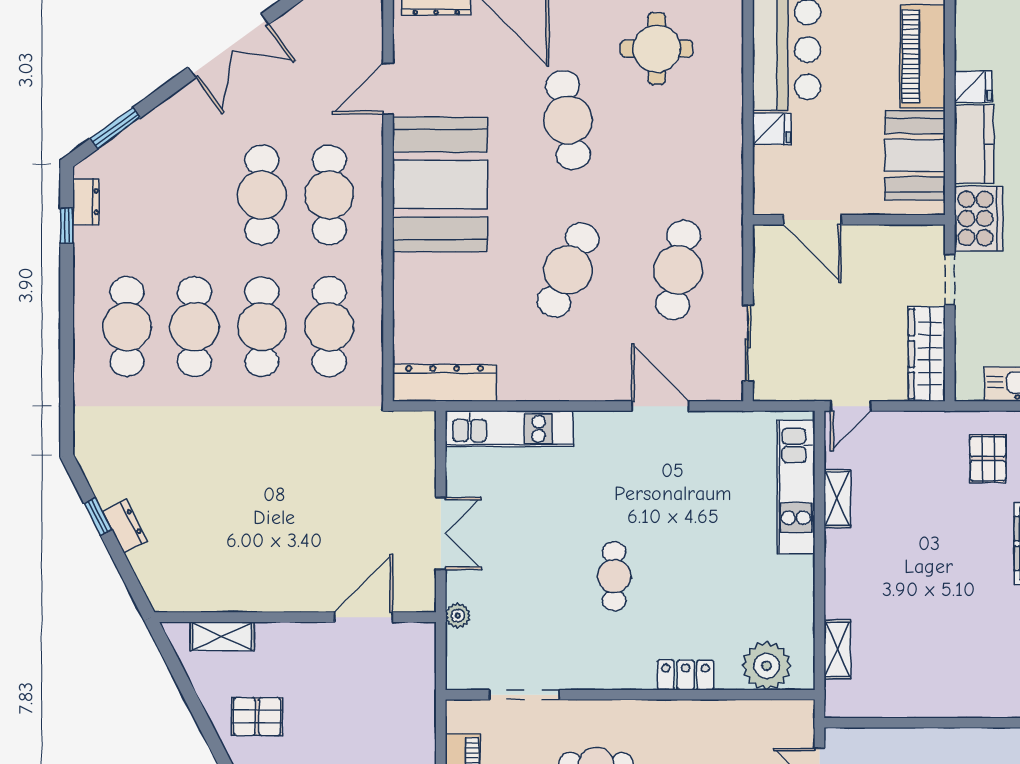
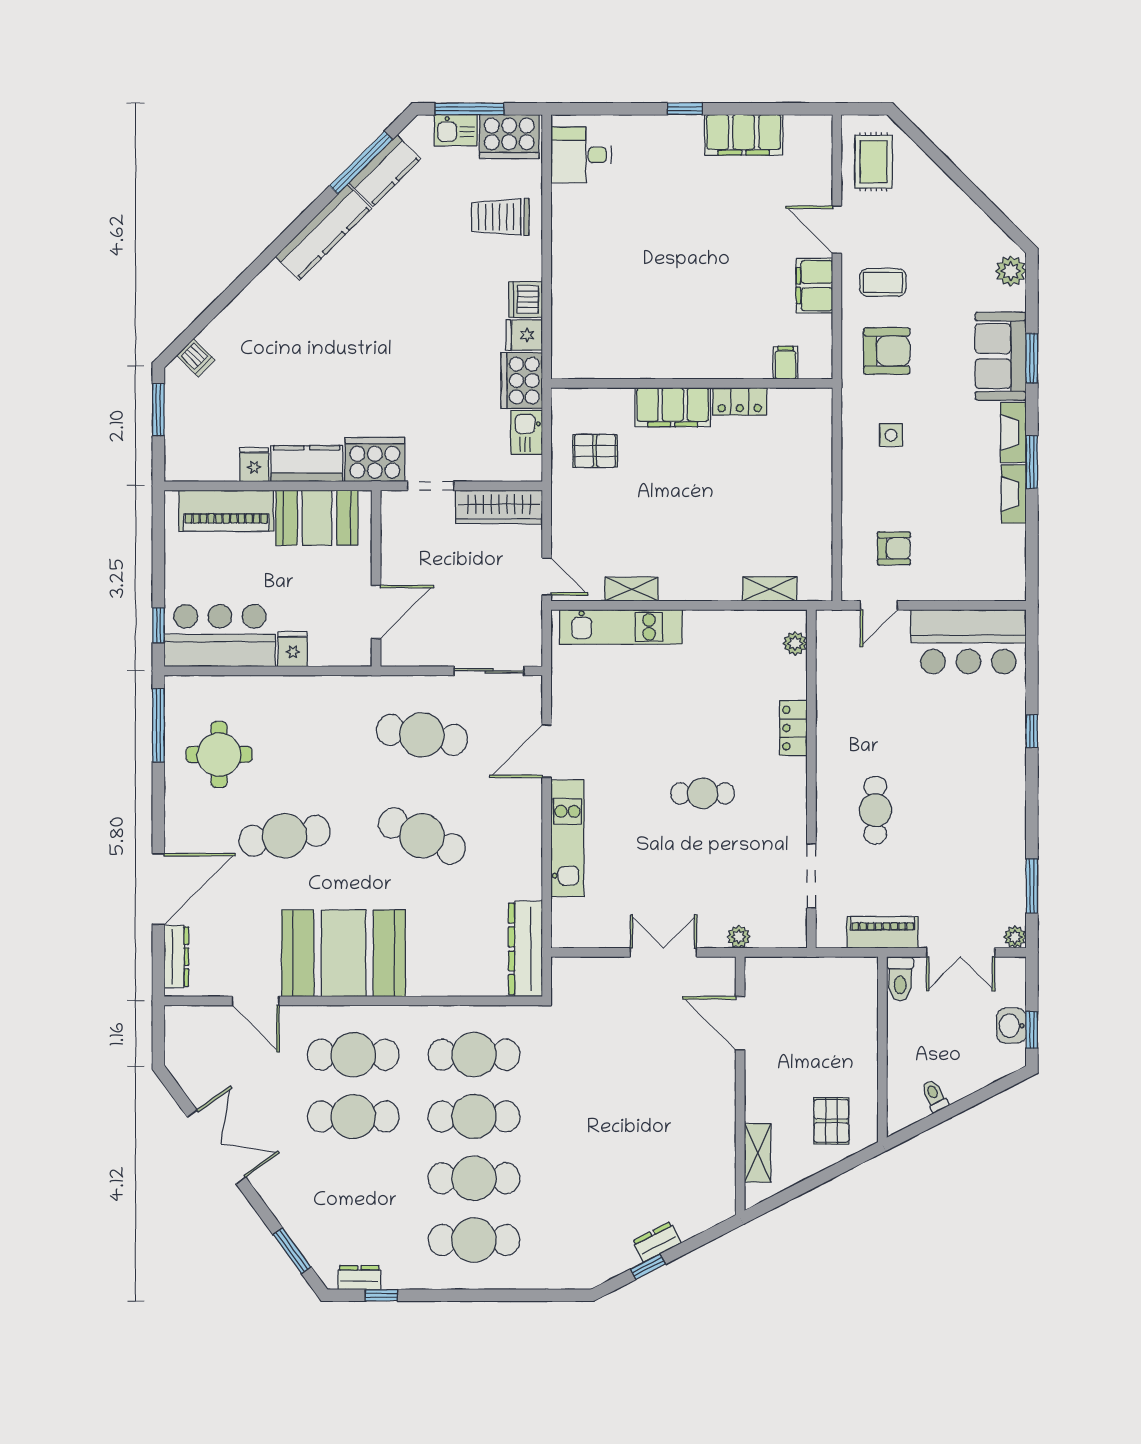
kitchen unit: (509, 429) -> (567, 838), moved
plant: (767, 666) -> (795, 643), width x0.53, depth x0.53

